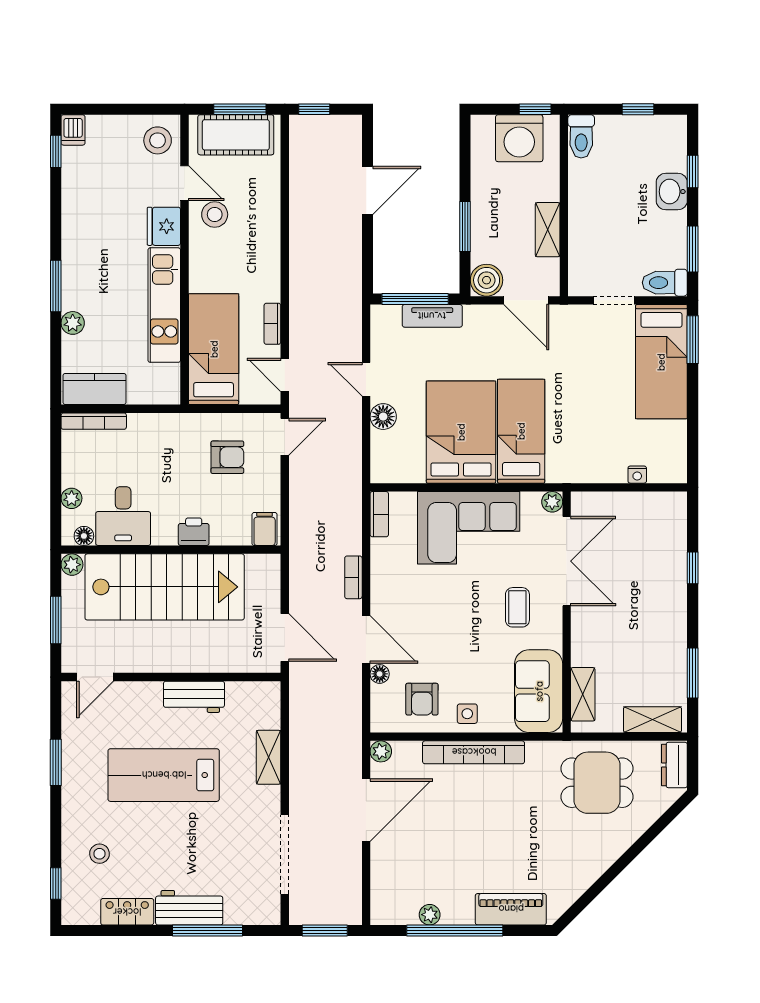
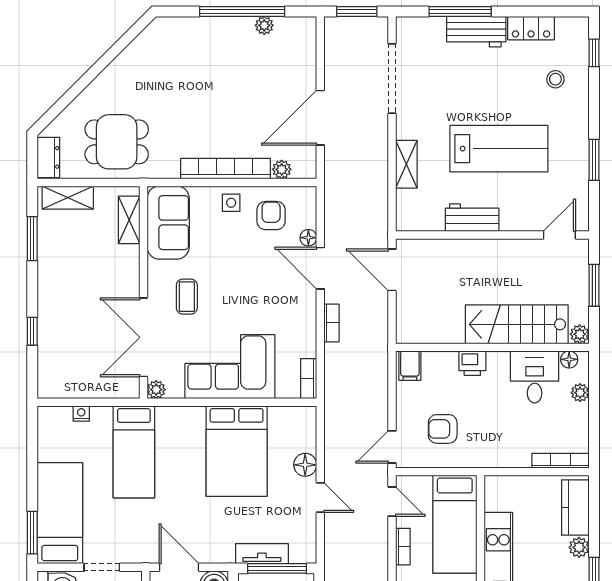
kitchen counter: (95, 389) -> (575, 508), moved, turned 90
bed: (521, 431) -> (134, 452), moved
stairs: (165, 587) -> (517, 324), width x0.73, depth x0.66
plant: (381, 751) -> (282, 169), moved
piano: (511, 909) -> (193, 30), removed

